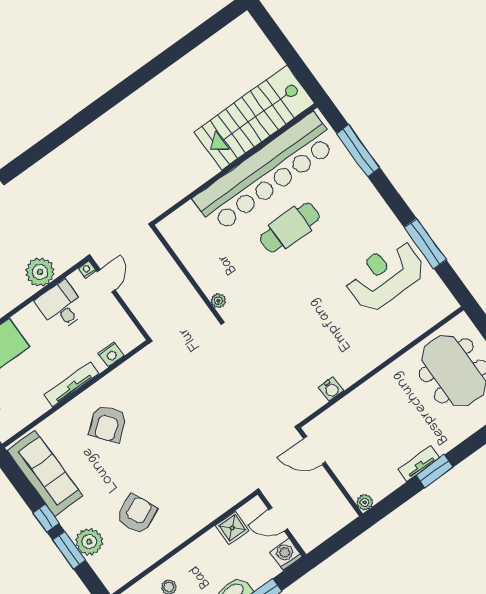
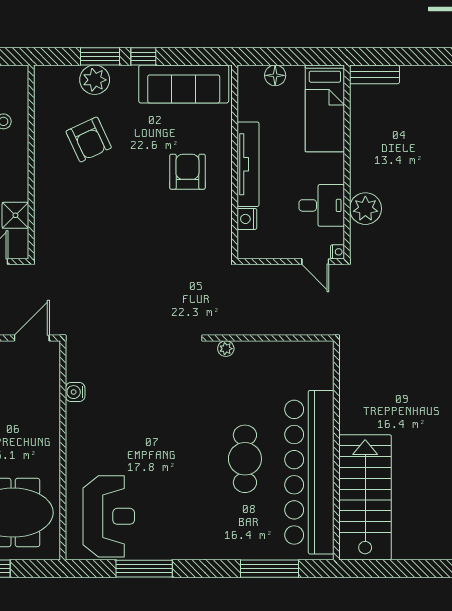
reception desk: (385, 276) -> (109, 516), moved
tv unit: (71, 385) -> (248, 164), width x1.36, depth x1.29
armchair: (108, 424) -> (187, 172), turned 39

